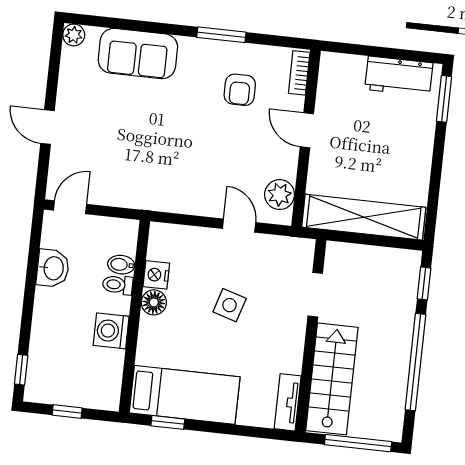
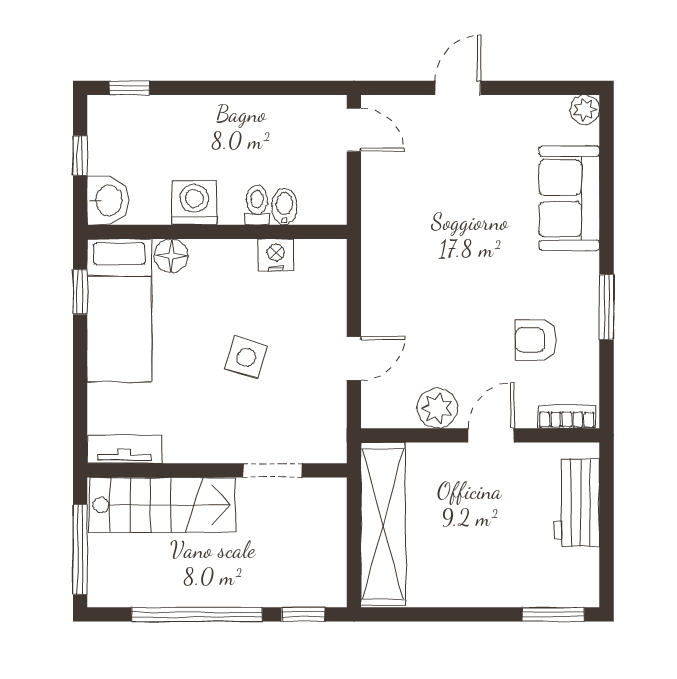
workbench: (399, 76) -> (577, 503), moved
plant: (280, 195) -> (437, 408), moved
washbasin: (53, 268) -> (108, 200), moved, turned -90
floor lamp: (154, 302) -> (171, 256), moved

